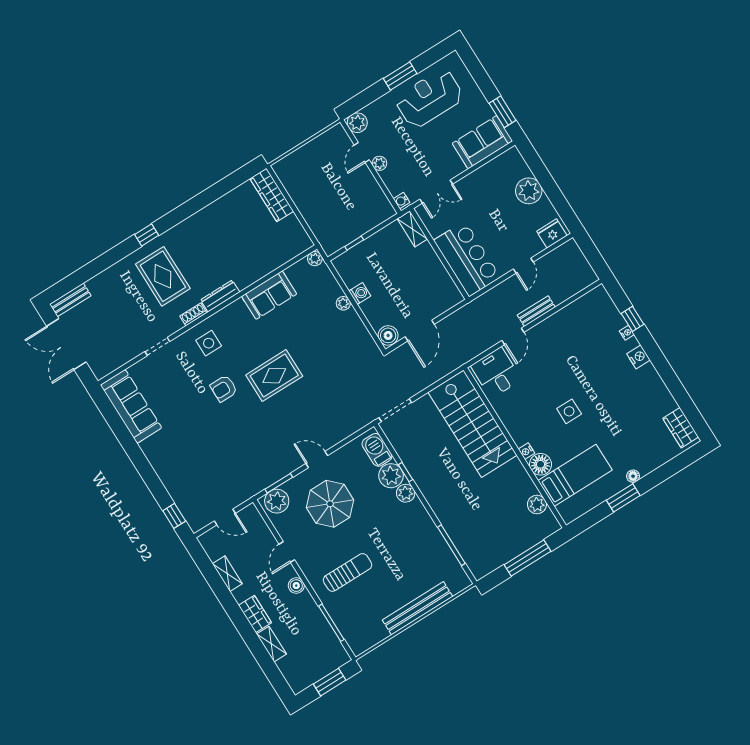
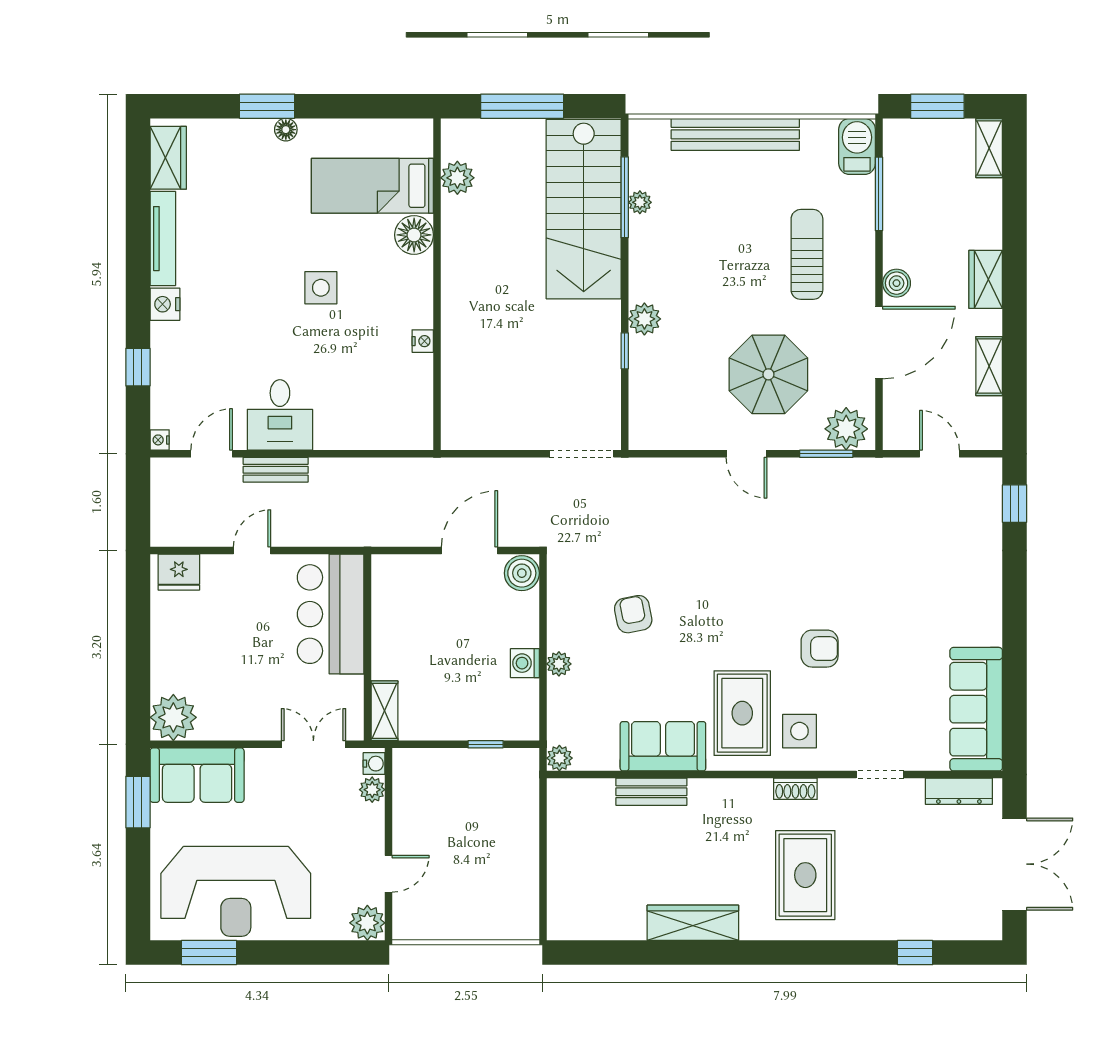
window: (400, 76) -> (209, 953), moved
reception desk: (429, 98) -> (236, 891), width x1.36, depth x1.30
plant: (379, 163) -> (372, 790), moved
plant: (529, 191) -> (173, 717), moved
wardrobe: (272, 195) -> (693, 923), moved, turned -90
window: (147, 235) -> (915, 953), moved
dresser: (220, 296) -> (959, 791), moved
bench: (70, 300) -> (651, 792), moved
nightstand: (627, 333) -> (160, 440), moved
door: (513, 336) -> (212, 454), moved
armchair: (323, 349) -> (633, 614), added
desk: (496, 373) -> (280, 415), moved
rug: (274, 376) -> (742, 713), moved, turned 90
tv unit: (659, 388) -> (163, 239), added
stairs: (473, 424) -> (584, 209), moved, turned 180
barbecue: (377, 450) -> (857, 146), moved, turned 180
nightstand: (526, 451) -> (423, 341), moved
plant: (391, 476) -> (640, 202), moved, width x0.53, depth x0.53
window: (623, 498) -> (267, 106), moved
door: (287, 552) -> (879, 343), width x1.87
sun lounger: (348, 572) -> (807, 254), turned 90
shelving: (271, 644) -> (989, 148), moved

